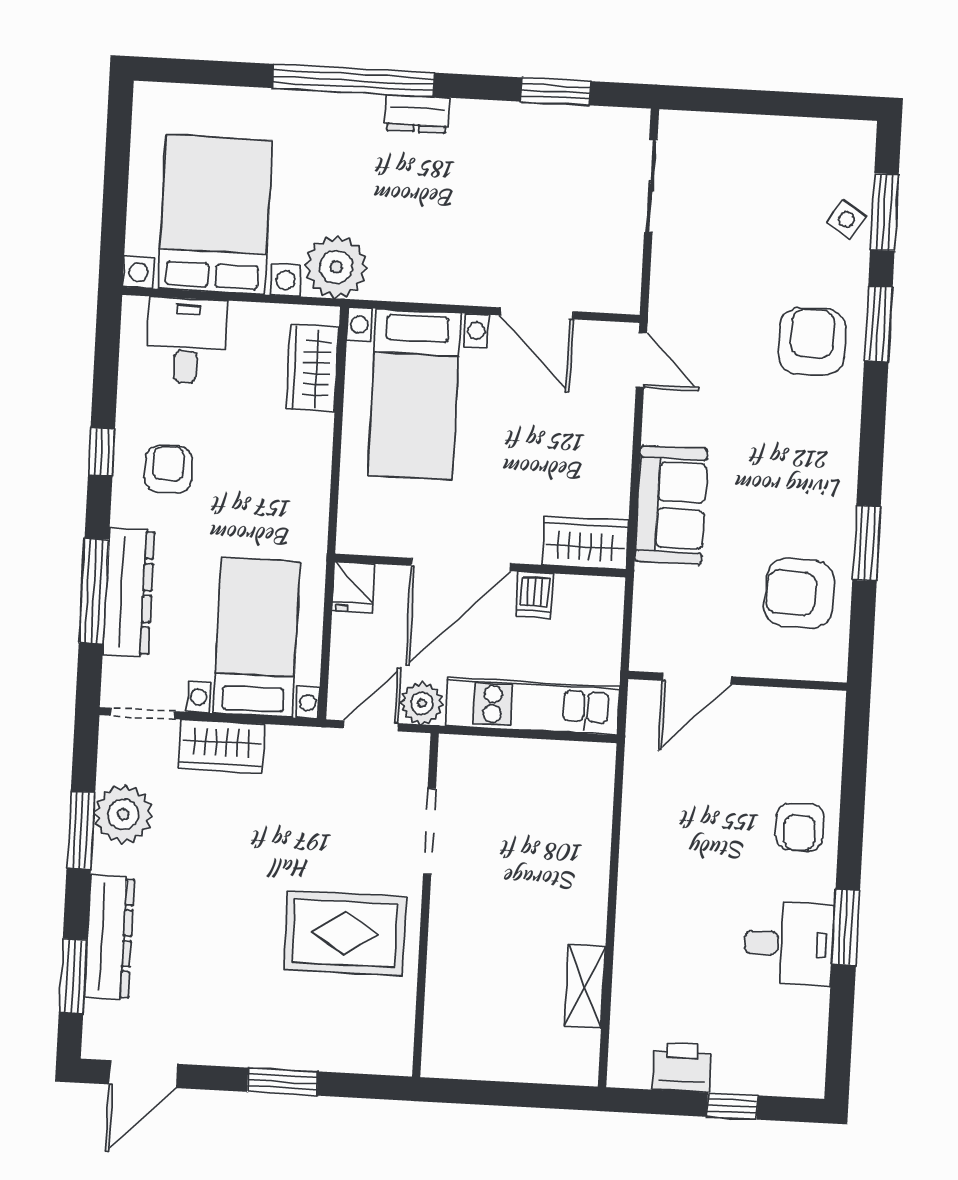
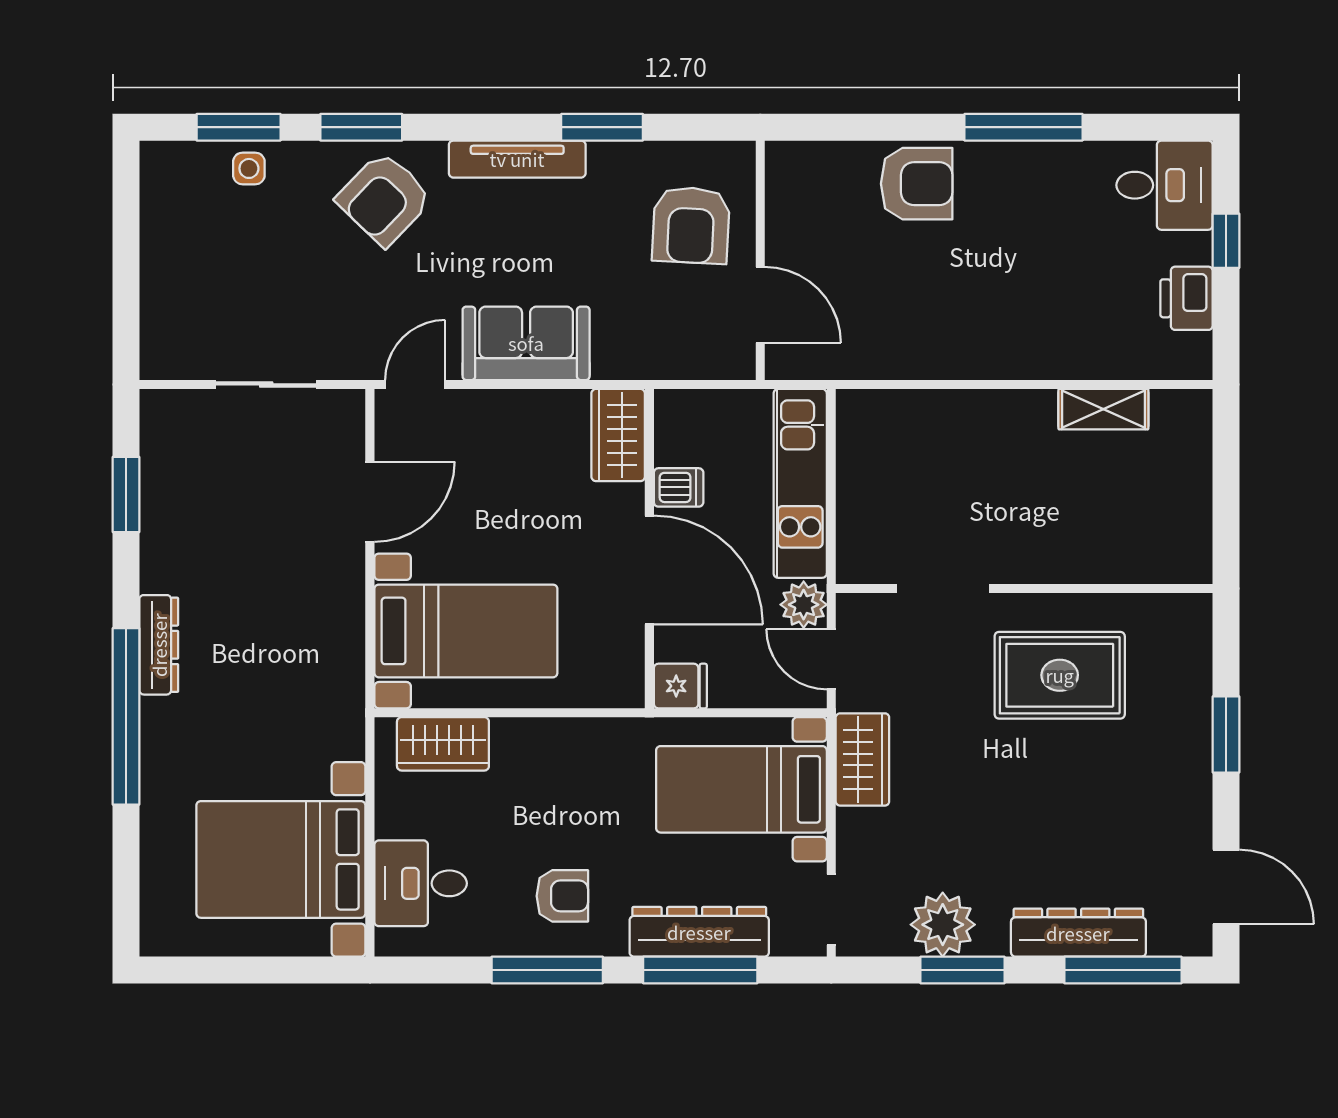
dresser: (417, 114) -> (159, 645), width x1.44
sliding door: (651, 186) -> (266, 384), moved
side table: (846, 219) -> (249, 168), turned -33
plant: (336, 267) -> (331, 724), removed
armchair: (812, 341) -> (384, 199), turned -46
window: (101, 452) -> (547, 970), width x2.17
tv unit: (842, 464) -> (517, 159), added
armchair: (168, 469) -> (562, 896), turned 180
sofa: (671, 505) -> (526, 343), moved
armchair: (799, 593) -> (691, 225), moved
wardrobe: (221, 746) -> (862, 759), moved
armchair: (800, 827) -> (917, 184), width x1.38, depth x1.38
window: (846, 927) -> (1023, 127), width x1.44
rug: (345, 933) -> (1060, 675), turned 90
desk: (789, 944) -> (1165, 185), moved, turned 90
window: (73, 976) -> (1123, 970), width x1.44

